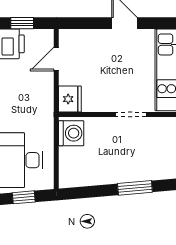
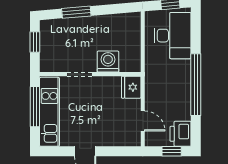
door: (56, 59) -> (143, 121), hinge flipped
washing machine: (71, 133) -> (108, 62), moved, turned 90

